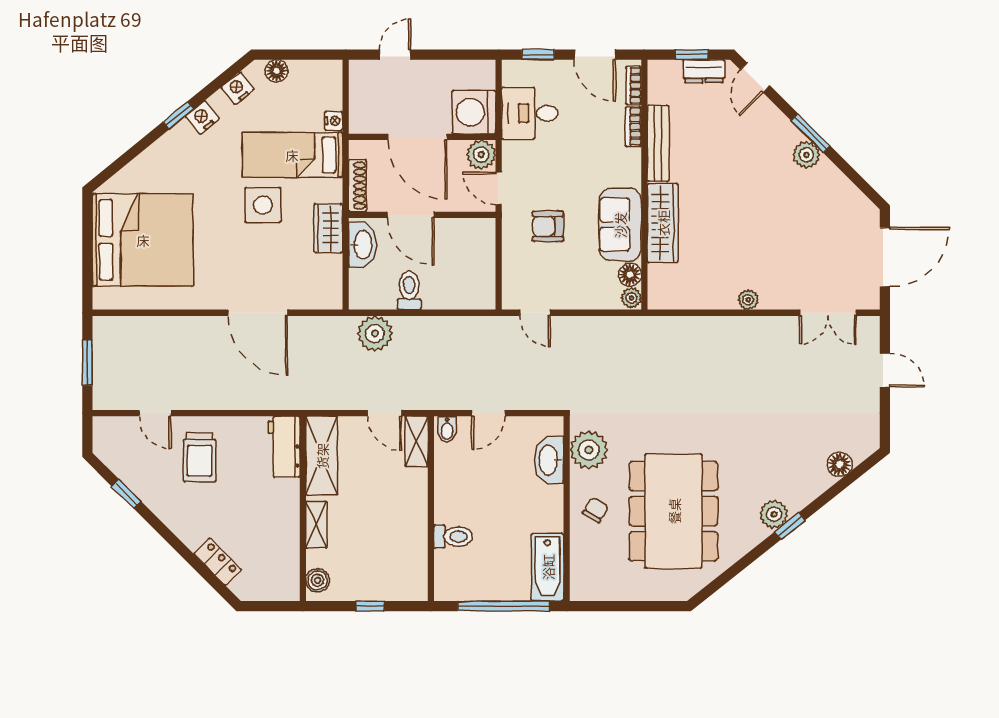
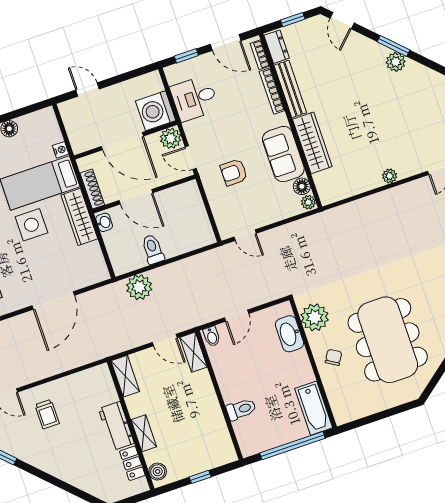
door: (395, 55) -> (87, 89), hinge flipped
dresser: (704, 71) -> (277, 47), moved, turned -90
bookcase: (633, 127) -> (272, 91), width x1.56
wardrobe: (328, 228) -> (79, 217), width x1.50
washbasin: (362, 245) -> (104, 222), width x0.52, depth x0.69
door: (258, 313) -> (53, 300), hinge flipped
workbench: (284, 447) -> (116, 426), moved
shelving: (322, 456) -> (125, 376), width x0.67, depth x0.75
trolley: (200, 457) -> (47, 414), width x0.73, depth x0.72
locker: (218, 562) -> (132, 463), moved, turned -135

